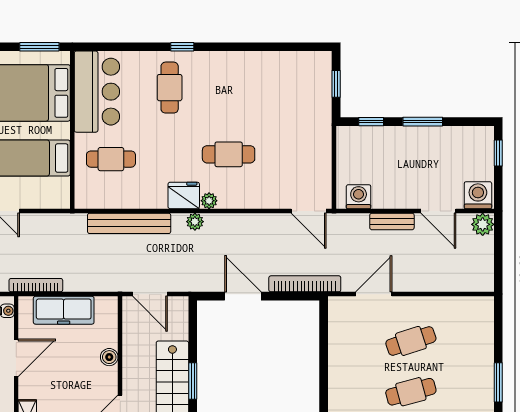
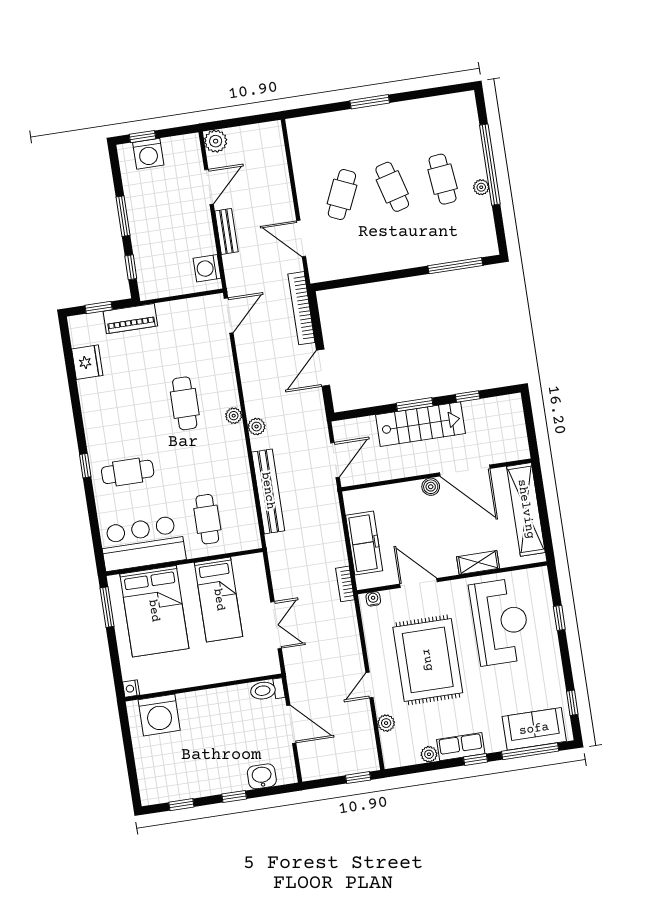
piano: (320, 114) -> (130, 319), added
fridge: (184, 195) -> (87, 362), moved, turned 180
washing machine: (478, 195) -> (148, 154), moved, turned -90
bookcase: (36, 285) -> (345, 584), width x0.64
cafe table: (411, 341) -> (342, 195), turned 42
boiler: (109, 357) -> (431, 487), moved

